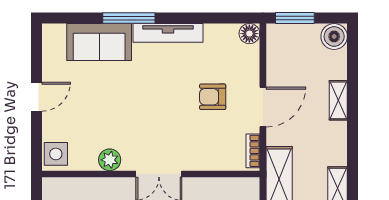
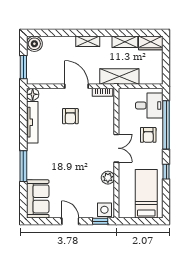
tv unit: (168, 33) -> (32, 122), moved
sofa: (99, 42) -> (38, 199), moved
shelving: (338, 100) -> (88, 41), moved
window: (36, 147) -> (100, 221), added

